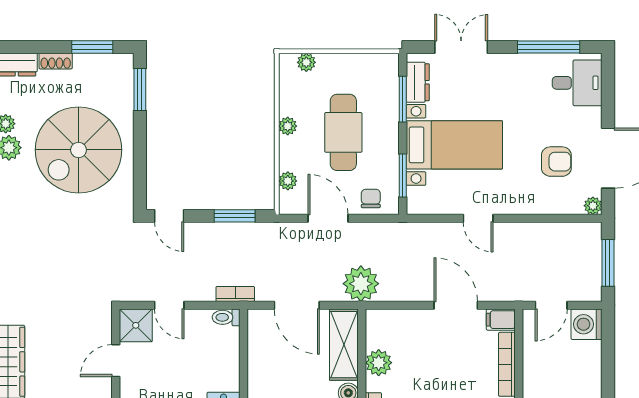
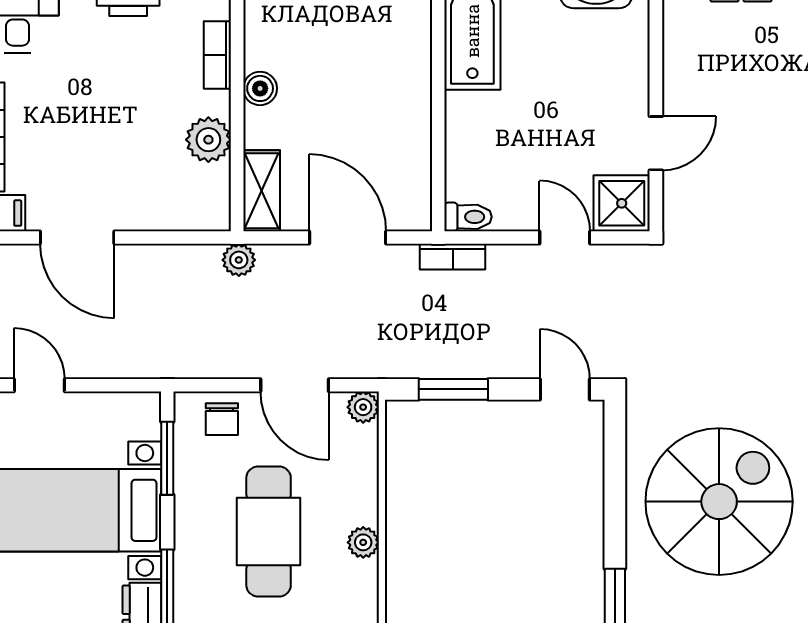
plant: (288, 181) -> (363, 407), moved
plant: (361, 284) -> (239, 260), width x0.53, depth x0.53
shelving: (344, 345) -> (262, 191), width x0.67, depth x0.75

